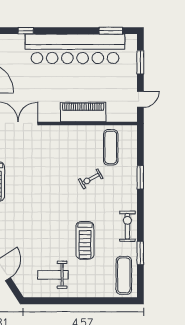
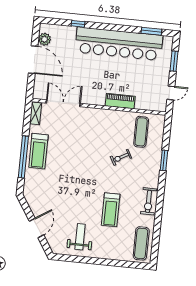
piano: (83, 112) -> (120, 101), width x0.73, depth x0.75
exercise bike: (127, 226) -> (149, 201), turned 180
window: (140, 253) -> (157, 226), removed
weight bench: (53, 275) -> (80, 237), turned 90

